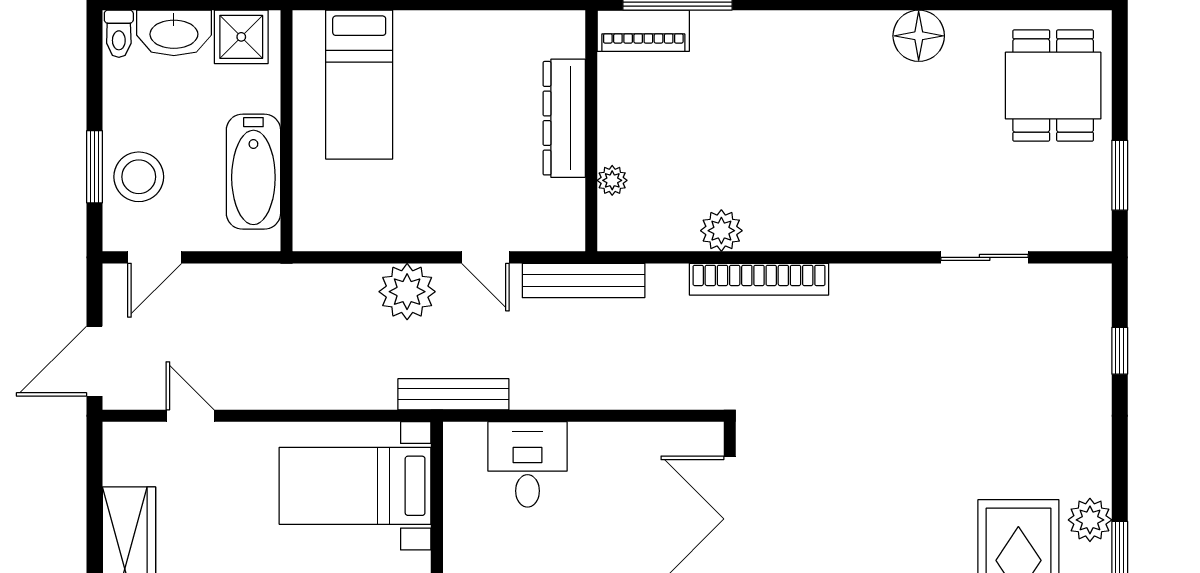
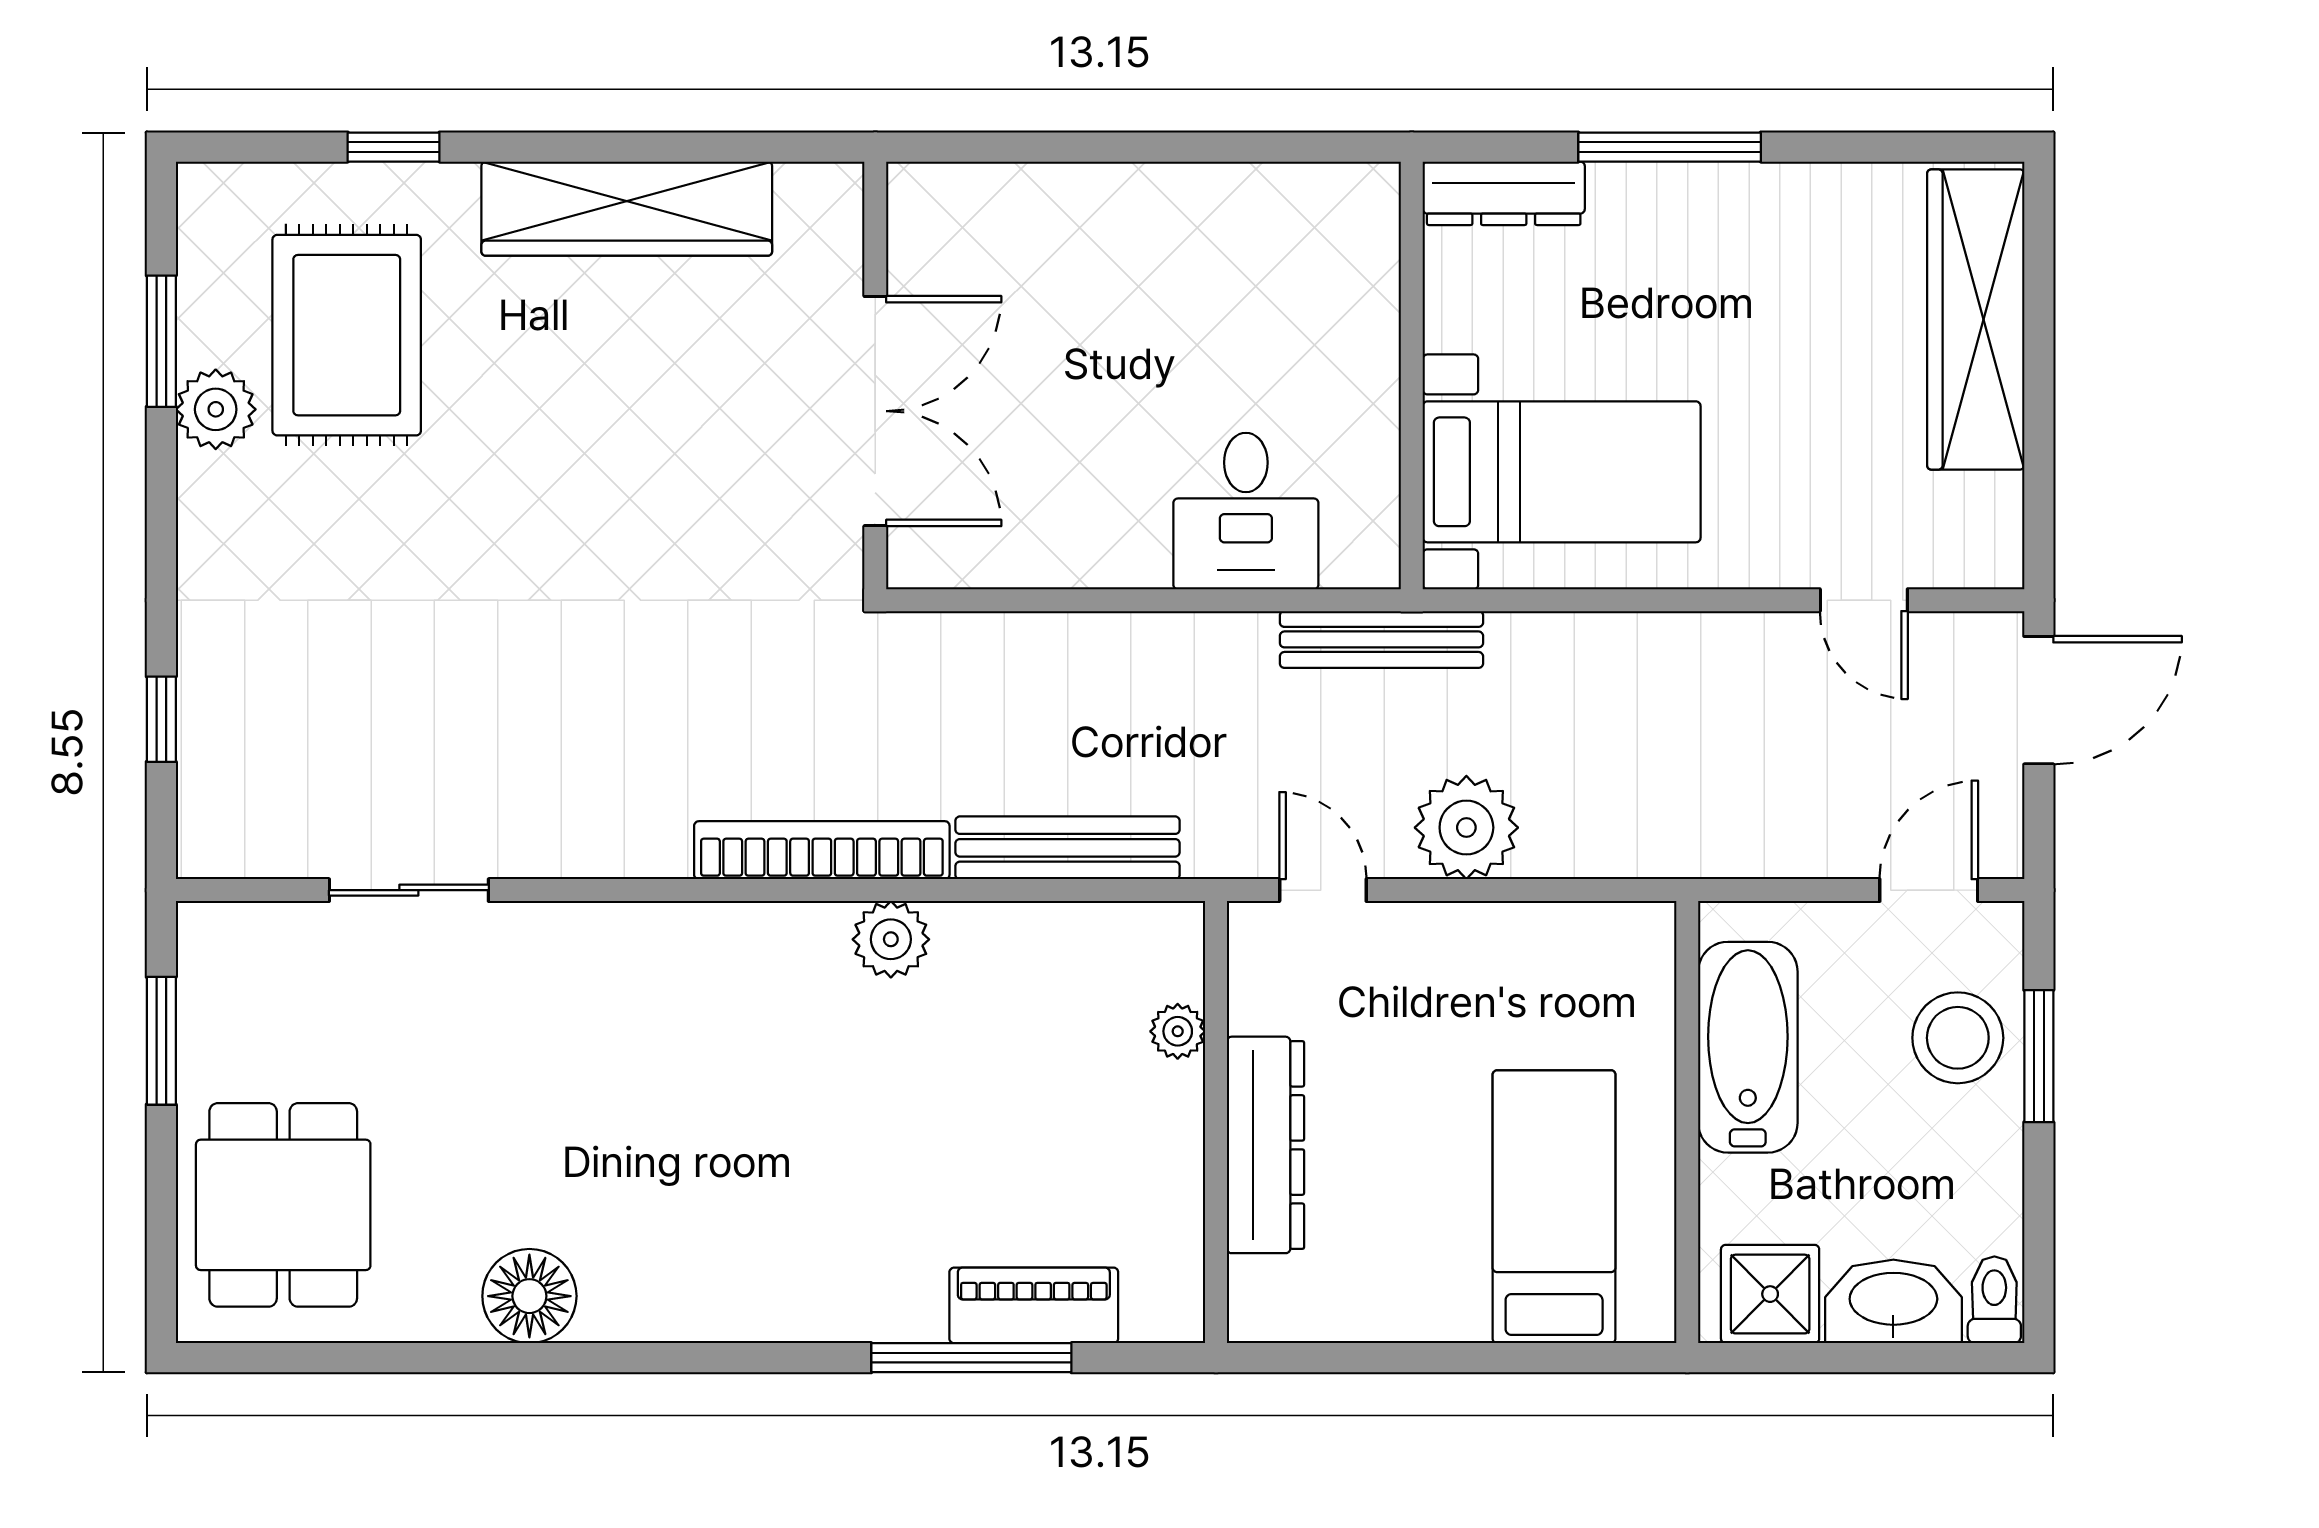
dresser: (564, 118) -> (1266, 1145), moved
wall: (591, 131) -> (1216, 1122), moved
plant: (612, 180) -> (1178, 1031), moved
bench: (584, 281) -> (1068, 848), moved

